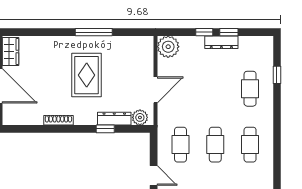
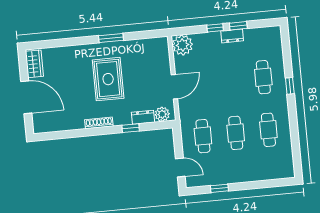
window: (94, 32) -> (111, 38), width x0.69
dresser: (221, 42) -> (232, 36), width x0.70
window: (277, 75) -> (290, 86), moved
dresser: (114, 119) -> (143, 117), width x0.70
shoe rack: (58, 120) -> (99, 123), moved

